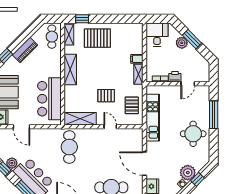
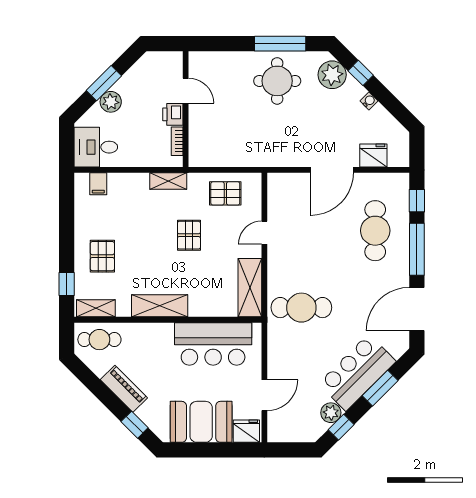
pallet: (97, 38) -> (102, 256), width x0.67, depth x0.71
filing cabinet: (137, 59) -> (98, 184), moved
pallet: (106, 96) -> (189, 235), moved
window: (214, 115) -> (280, 44), moved
kitchen unit: (153, 118) -> (248, 155), removed
plant: (188, 173) -> (332, 75), moved

